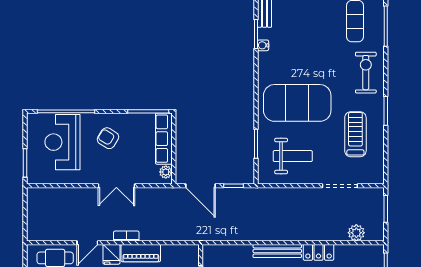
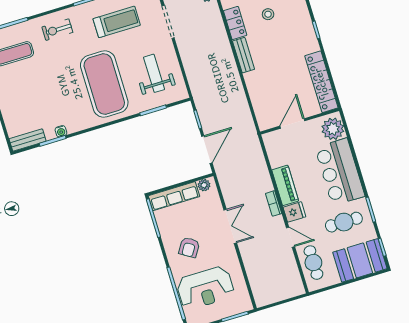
exercise bike: (366, 73) -> (57, 30), width x0.73, depth x0.72
treadmill: (355, 134) -> (117, 22), turned 180
bench: (277, 251) -> (244, 55), width x0.73

